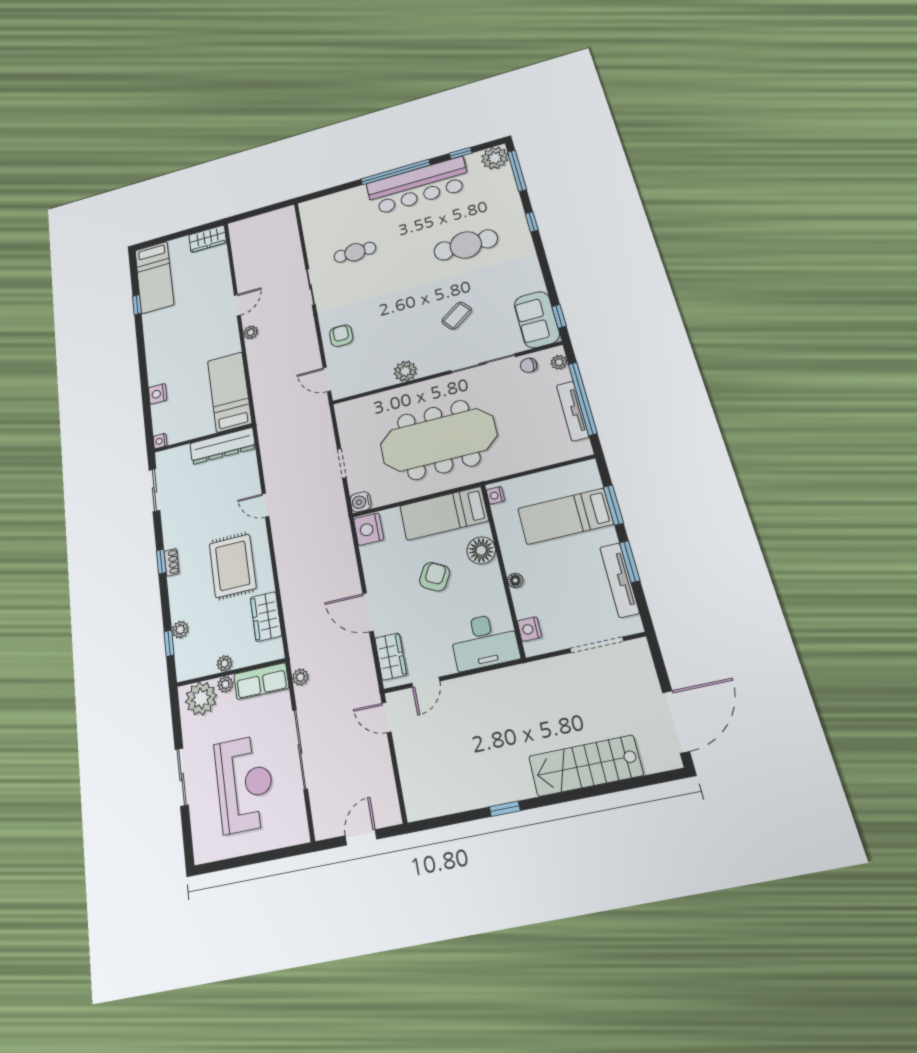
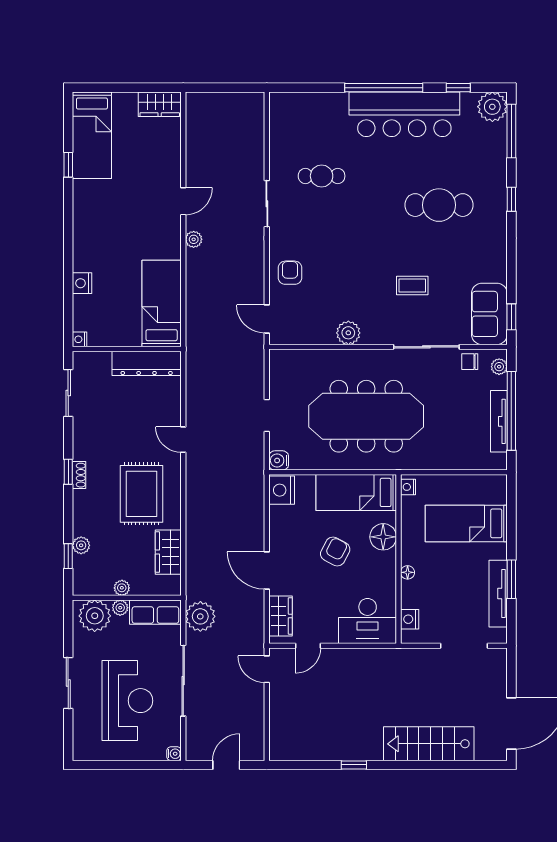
coffee table: (457, 316) -> (412, 286), turned 37
window: (613, 505) -> (511, 524), removed
plant: (300, 677) -> (200, 616), width x1.87, depth x1.87
water cooler: (302, 835) -> (174, 754), added

